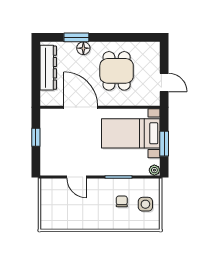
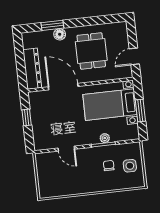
dresser: (48, 68) -> (32, 69), moved
door: (164, 82) -> (134, 56), swing flipped
plant: (154, 170) -> (105, 138), moved

